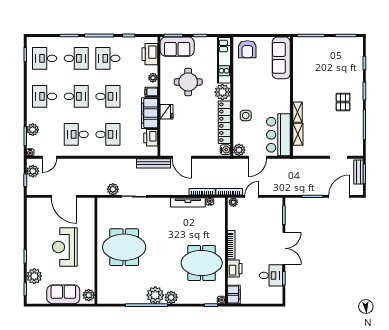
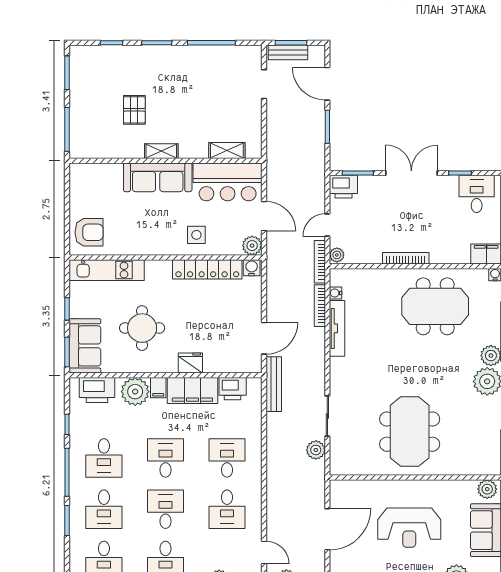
desk: (76, 58) -> (104, 509), turned 180
sofa: (281, 58) -> (158, 177), moved
plant: (153, 78) -> (135, 392), width x1.88, depth x1.88
plant: (222, 92) -> (158, 272), removed
pallet: (343, 102) -> (134, 110), moved, turned 90
shelving: (297, 112) -> (161, 151), moved
door: (252, 196) -> (327, 225), hinge flipped
meeting table: (202, 263) -> (435, 306), turned 90
printer: (235, 269) -> (343, 187), moved, turned 180
desk: (271, 275) -> (477, 194), moved

